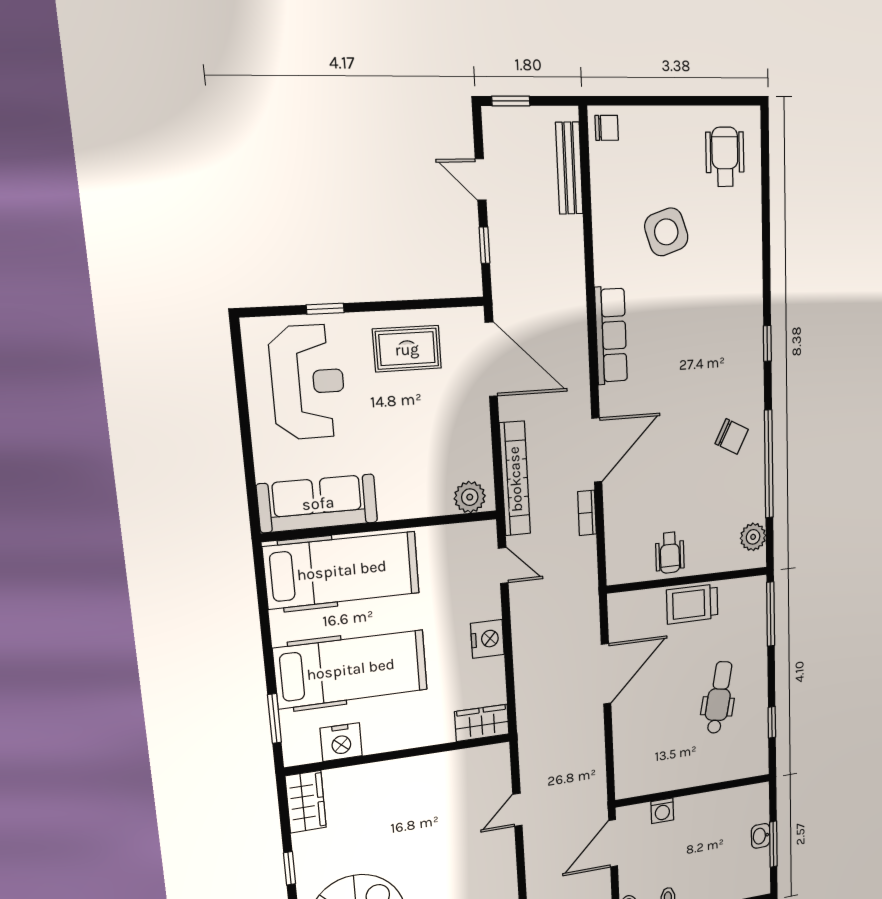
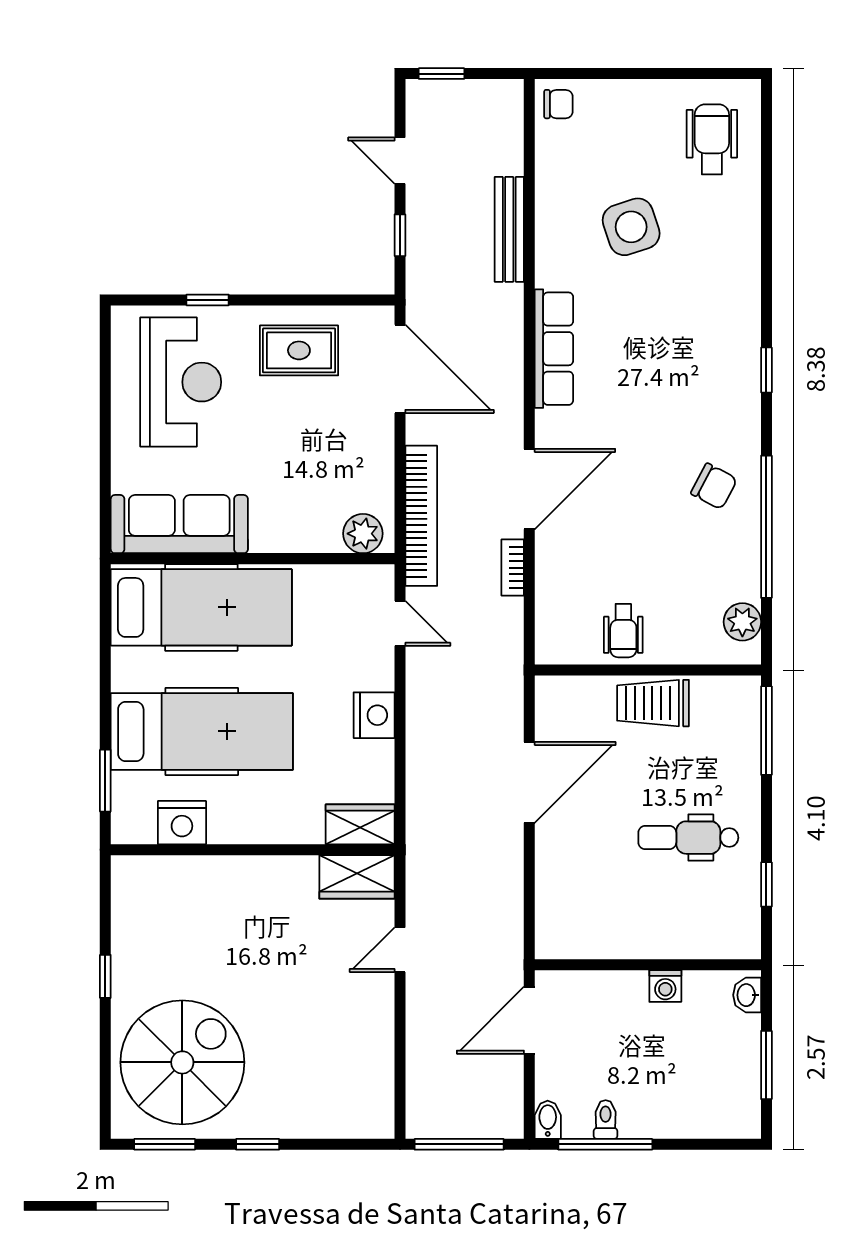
bench: (569, 168) -> (509, 229), moved
dental chair: (719, 698) -> (688, 838), turned -101
wardrobe: (306, 802) -> (357, 877), moved, turned 90
washing machine: (662, 811) -> (665, 986), moved
washbasin: (761, 836) -> (747, 995), moved

